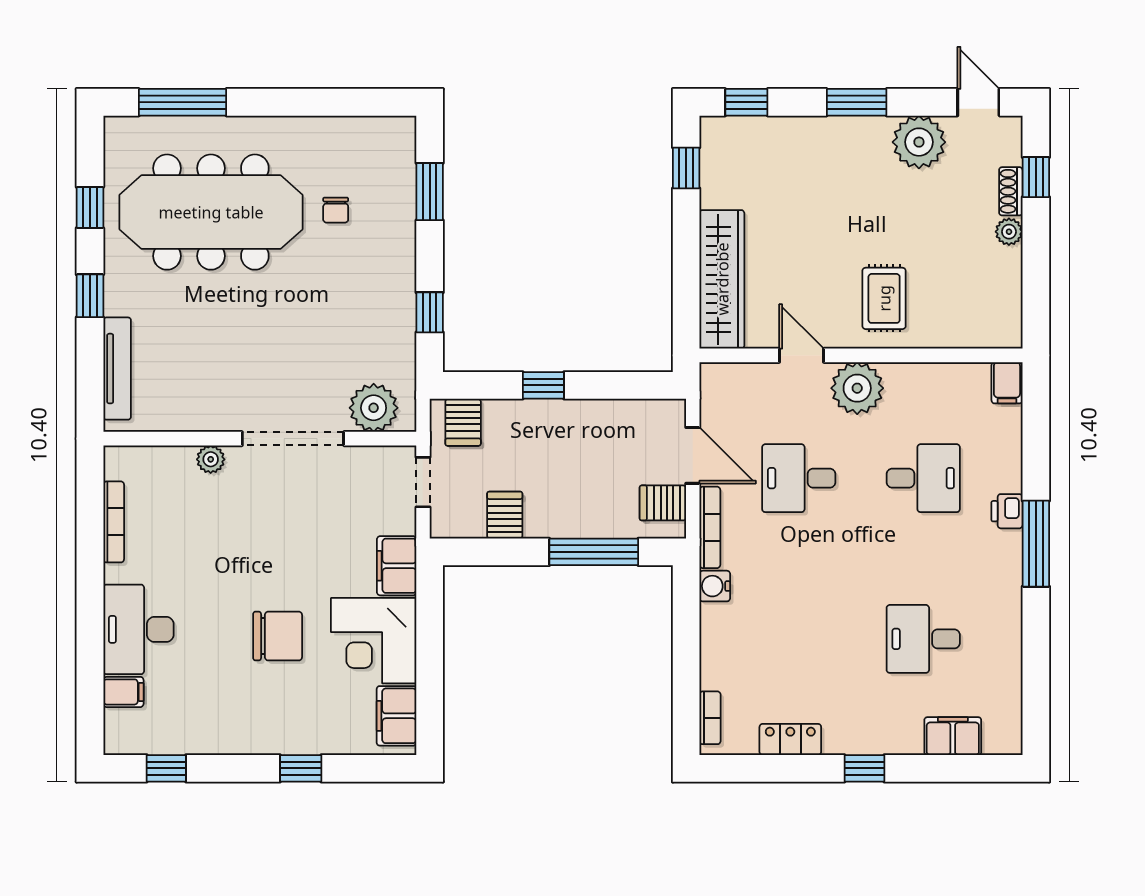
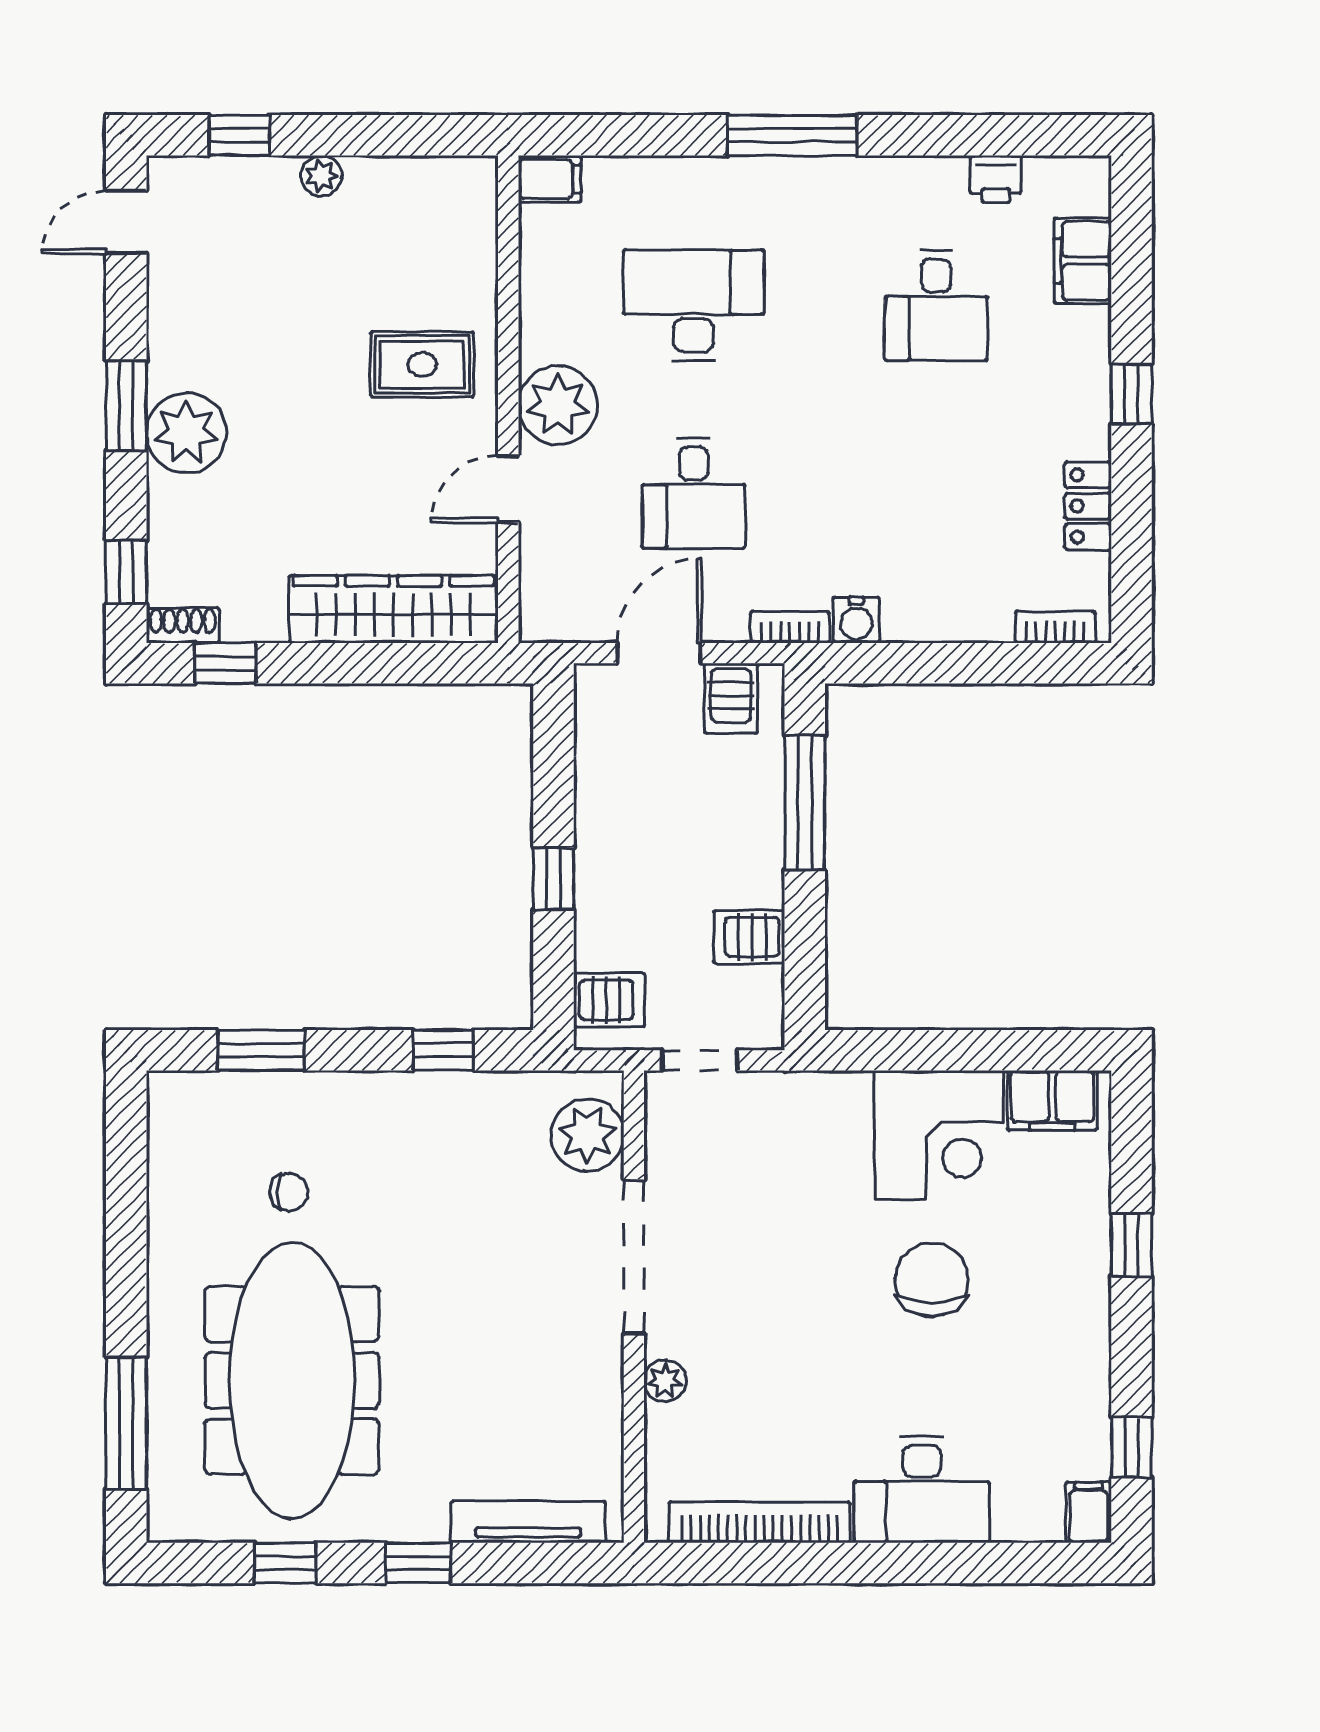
plant: (919, 142) -> (186, 433), moved
shoe rack: (1011, 191) -> (183, 625), moved, turned 180
desk: (923, 478) -> (694, 305), width x1.37
printer: (1007, 511) -> (996, 179), moved
bookcase: (114, 522) -> (760, 1522), width x1.48, depth x1.31
bookcase: (710, 527) -> (790, 627), width x0.64
filing cabinet: (397, 566) -> (826, 1100), removed
filing cabinet: (123, 692) -> (1089, 1513), moved

